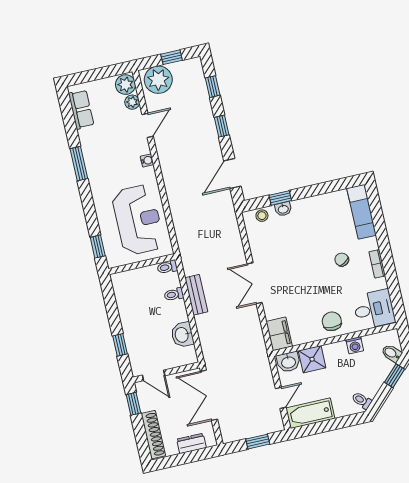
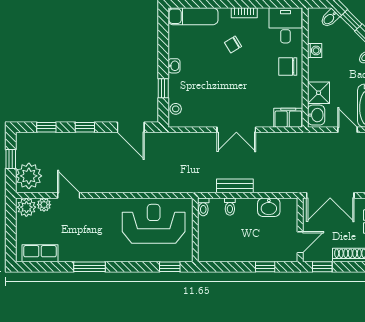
water cooler: (147, 160) -> (101, 203), removed
washbasin: (283, 209) -> (174, 66), moved

